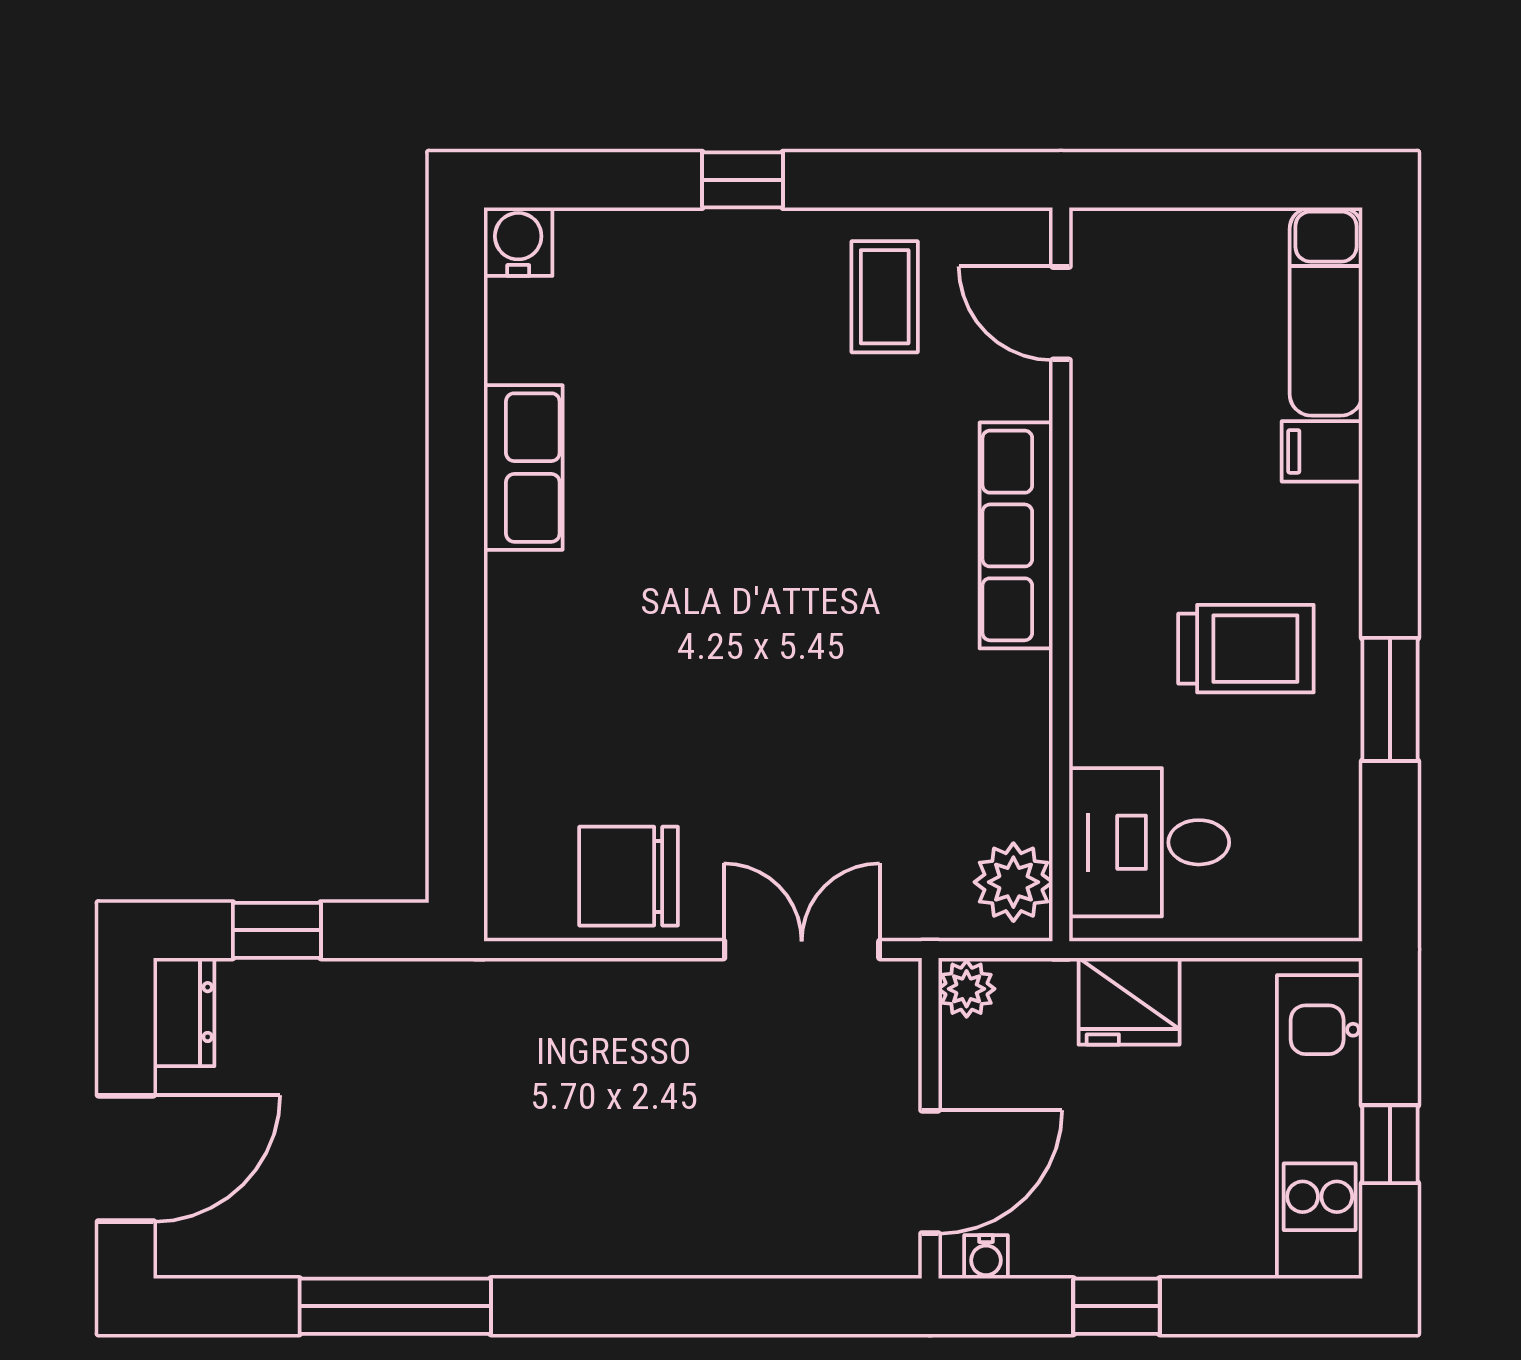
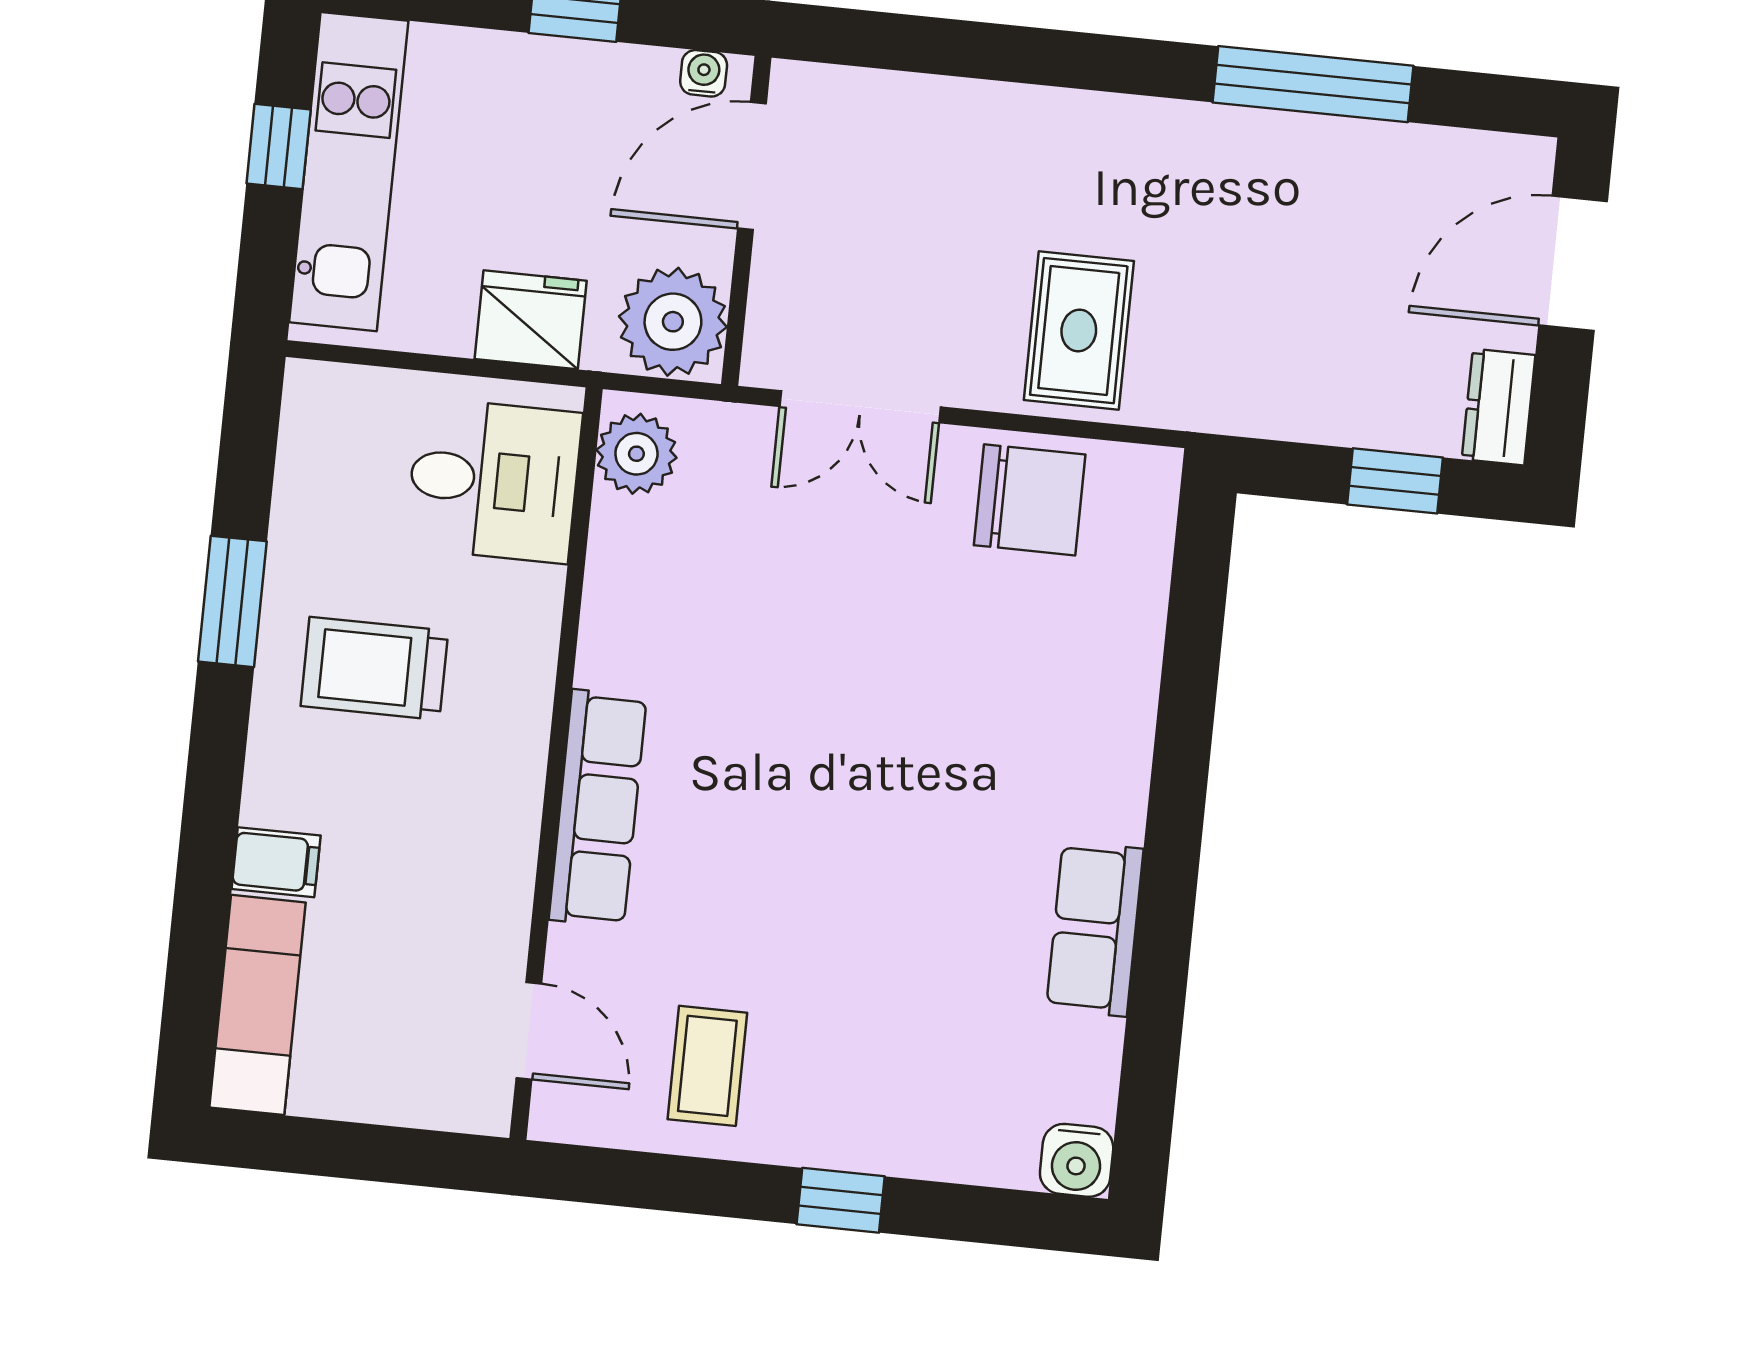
plant: (967, 989) -> (673, 322), width x1.88, depth x1.88
rug: (598, 1045) -> (1079, 331), added

